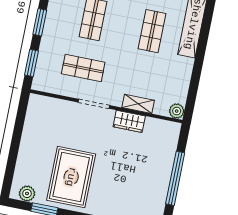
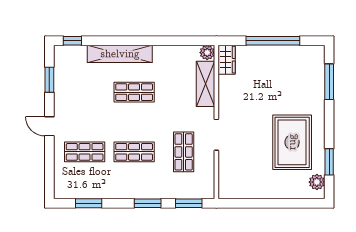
shelving: (138, 104) -> (206, 84), width x1.50, depth x1.33
wardrobe: (129, 121) -> (227, 60), moved
rug: (71, 177) -> (292, 142), turned 90

